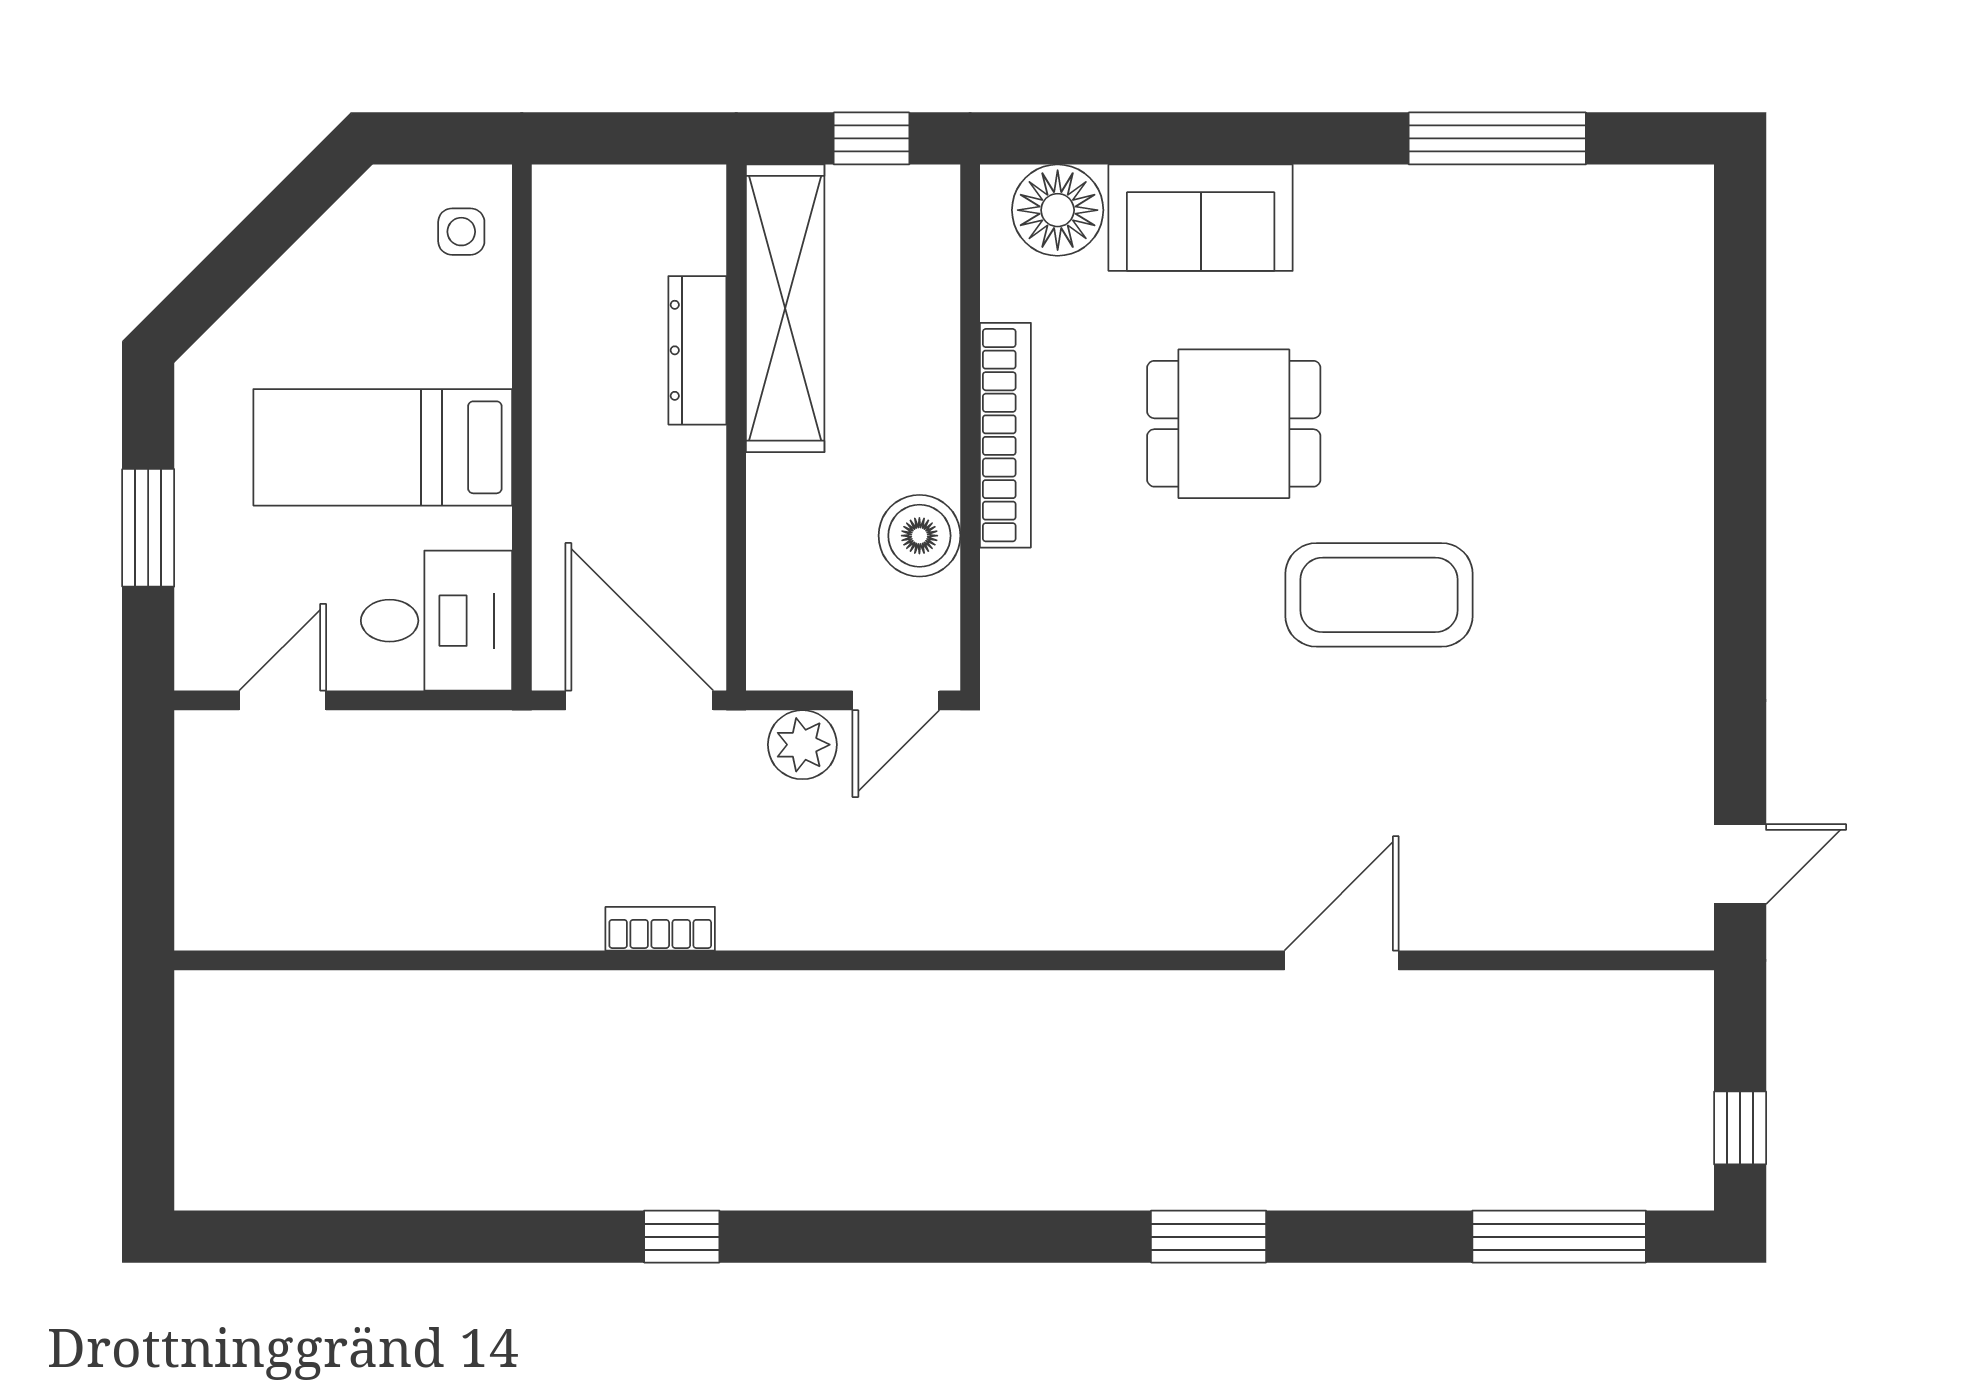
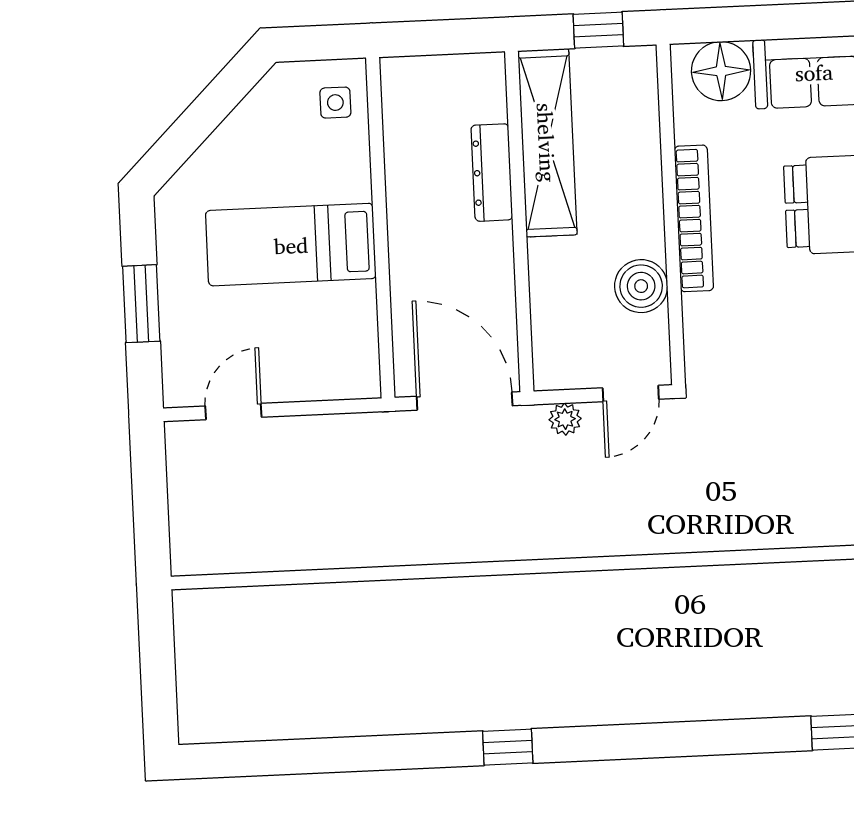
desk: (436, 621) -> (331, 355), removed
plant: (802, 745) -> (565, 419), width x0.73, depth x0.73
bookcase: (660, 929) -> (485, 548), removed

